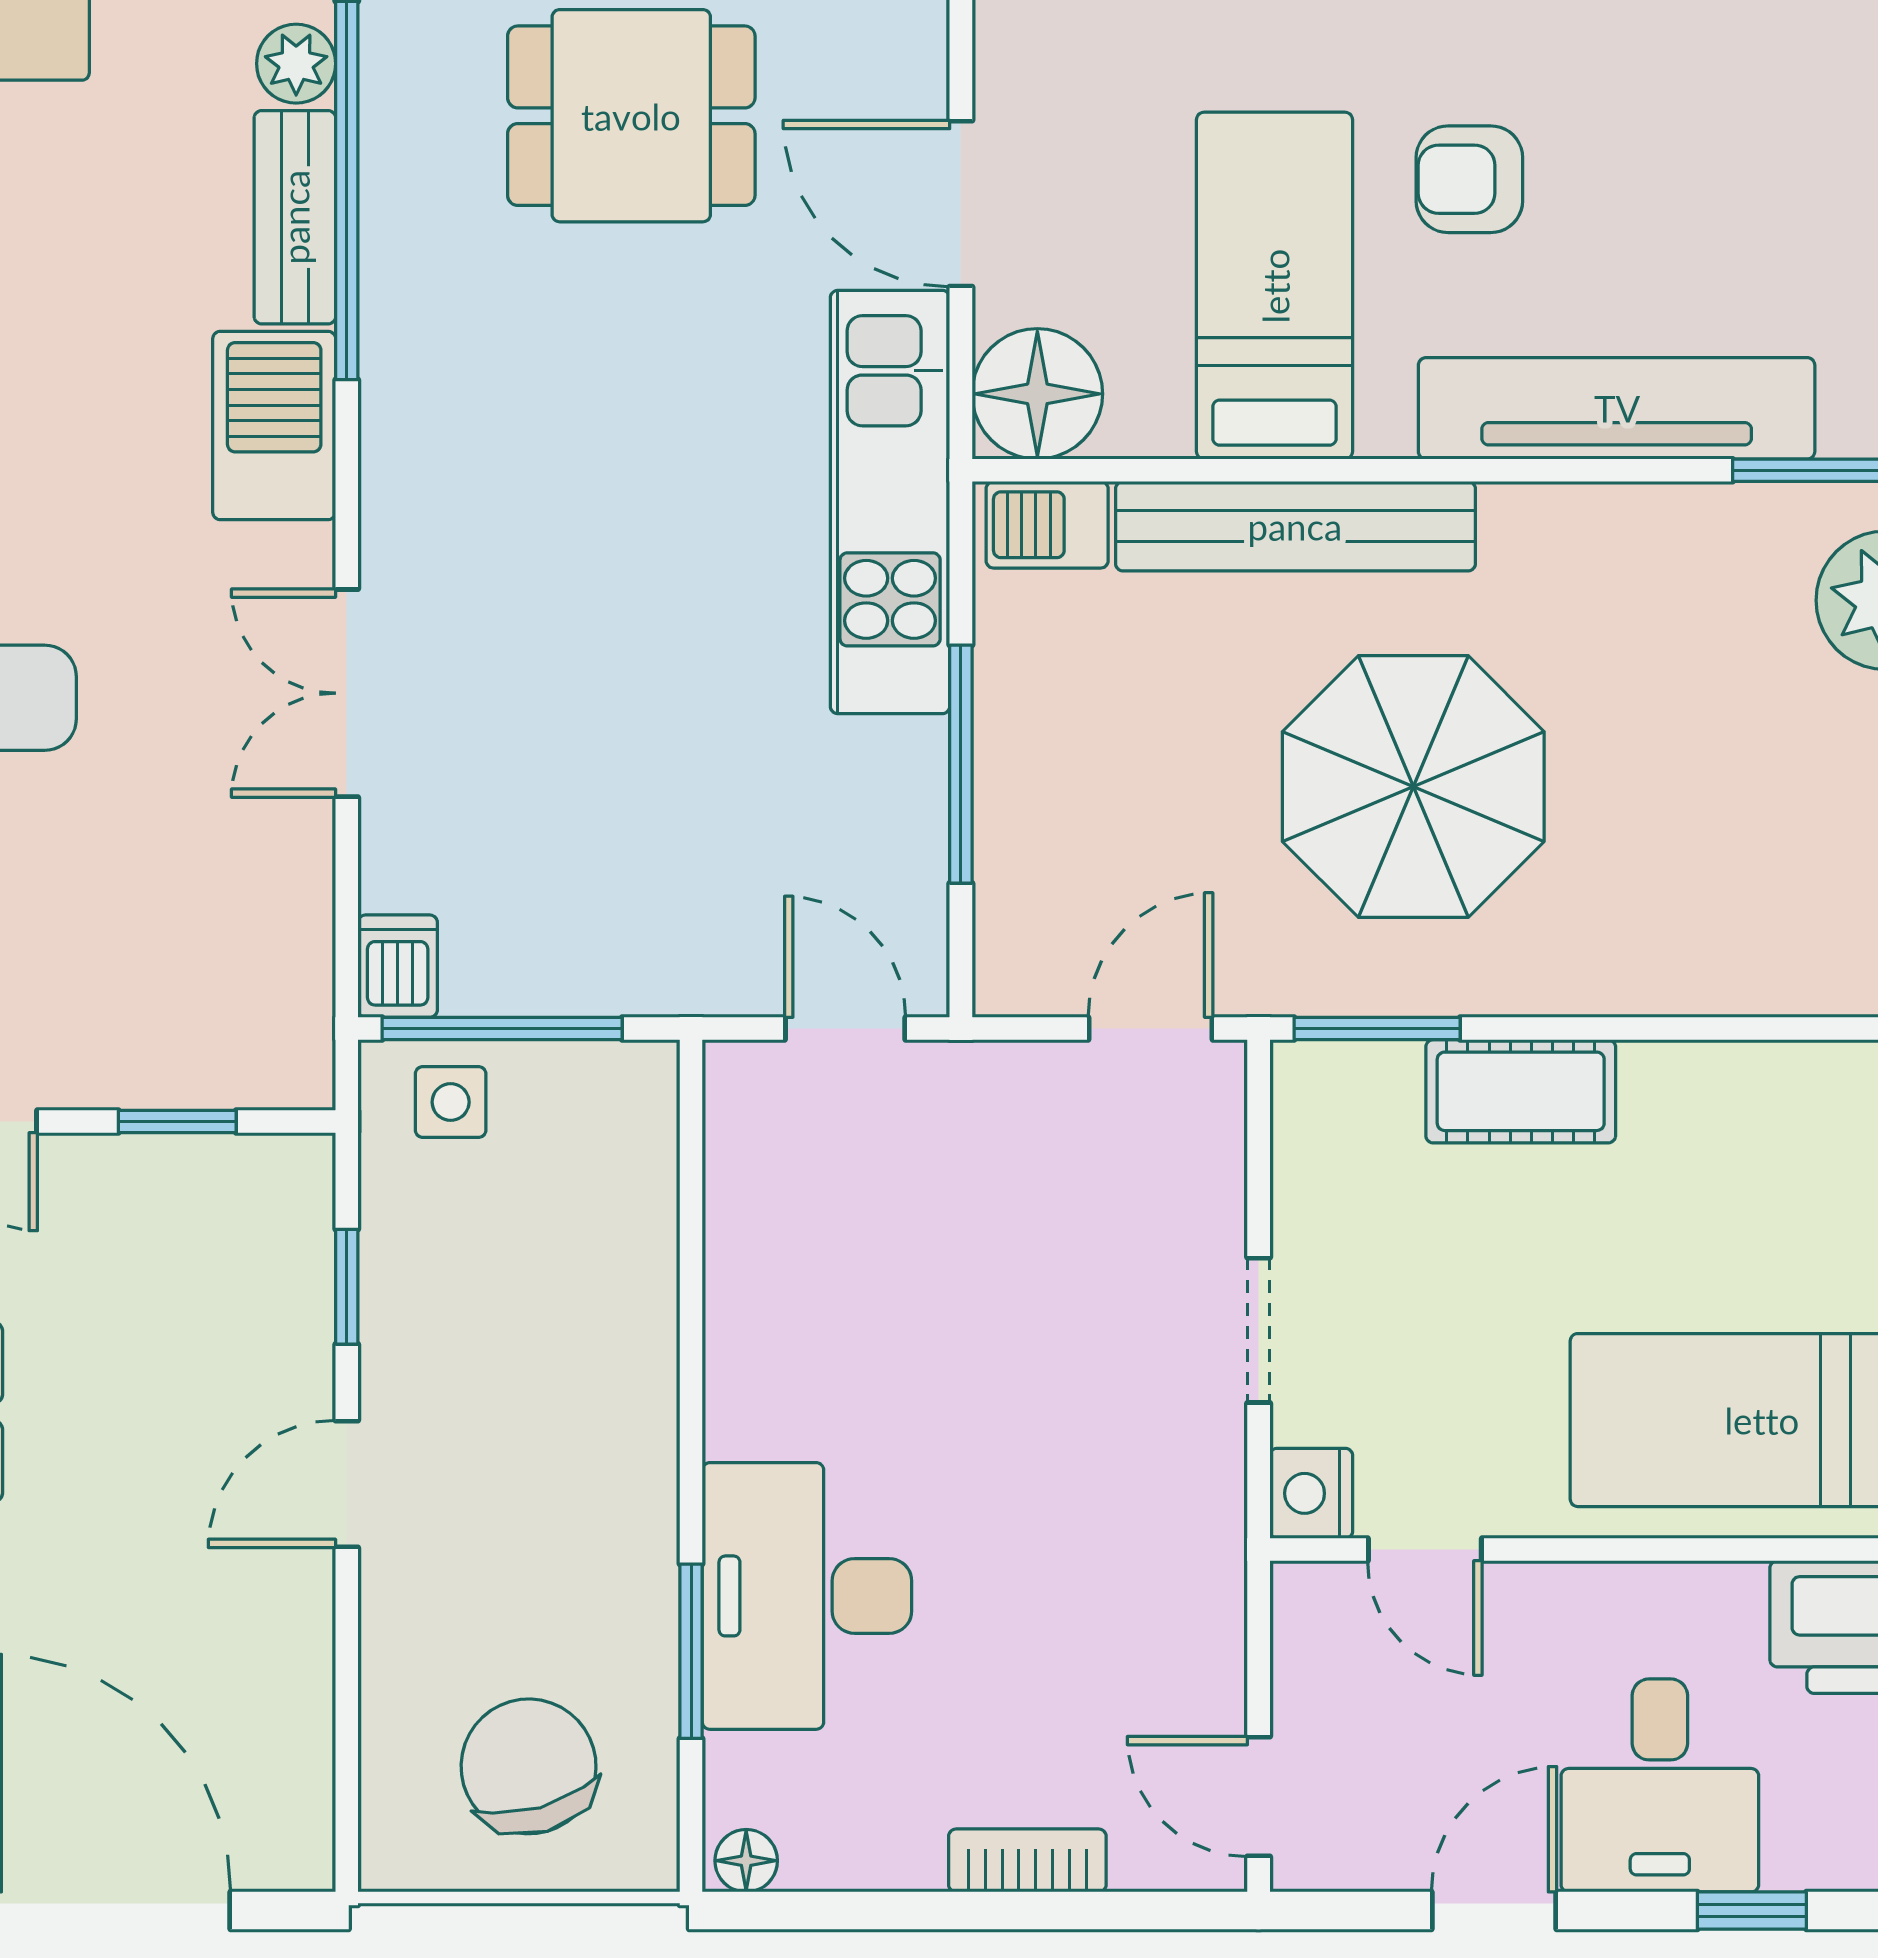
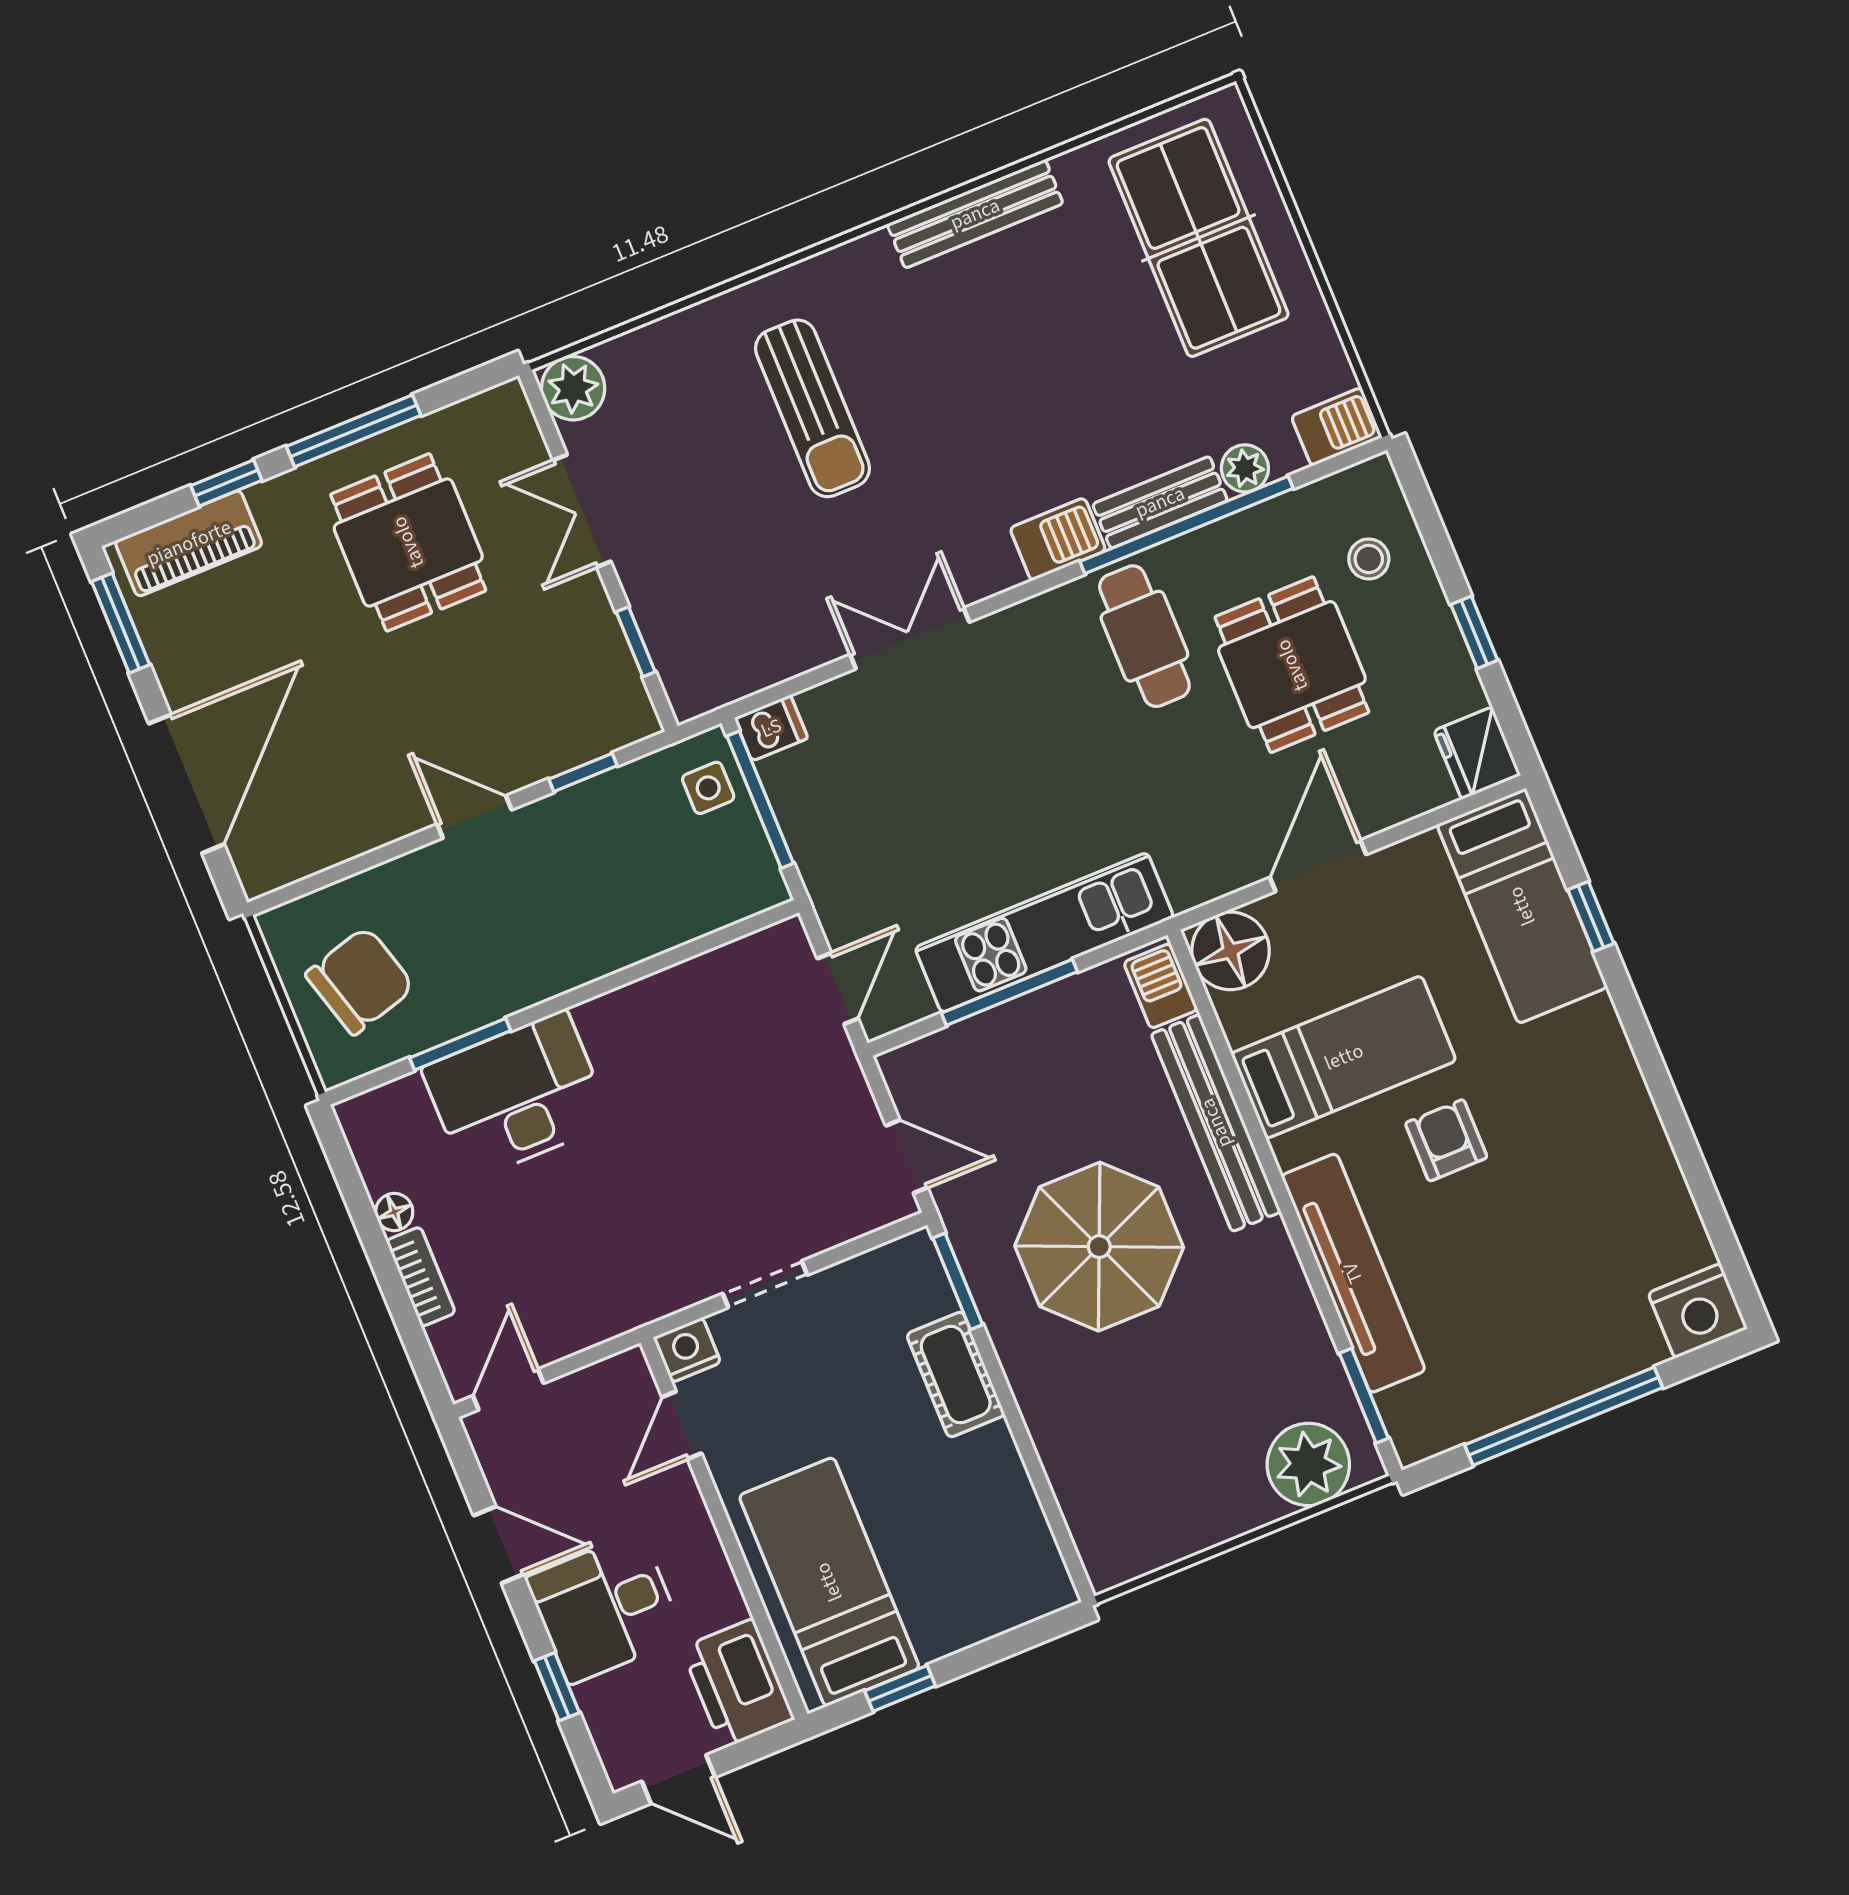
cafe table: (493, 327) -> (1144, 636), added
barbecue: (274, 425) -> (1058, 539), width x0.73, depth x0.79
kitchen unit: (890, 502) -> (1044, 933), moved
floor lamp: (746, 1861) -> (394, 1212), moved

